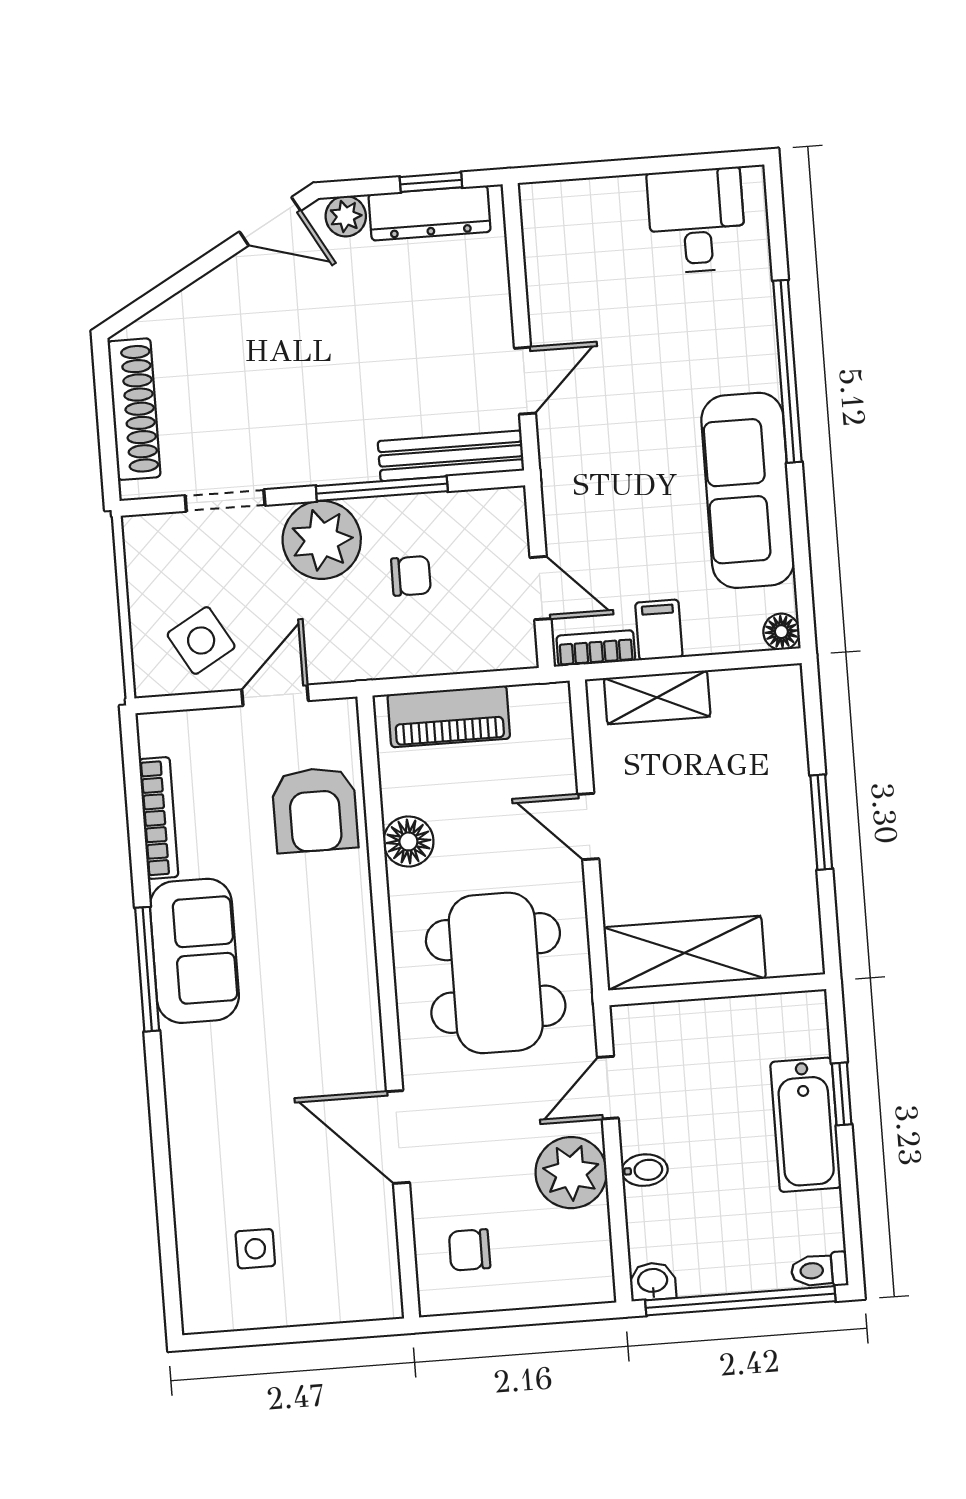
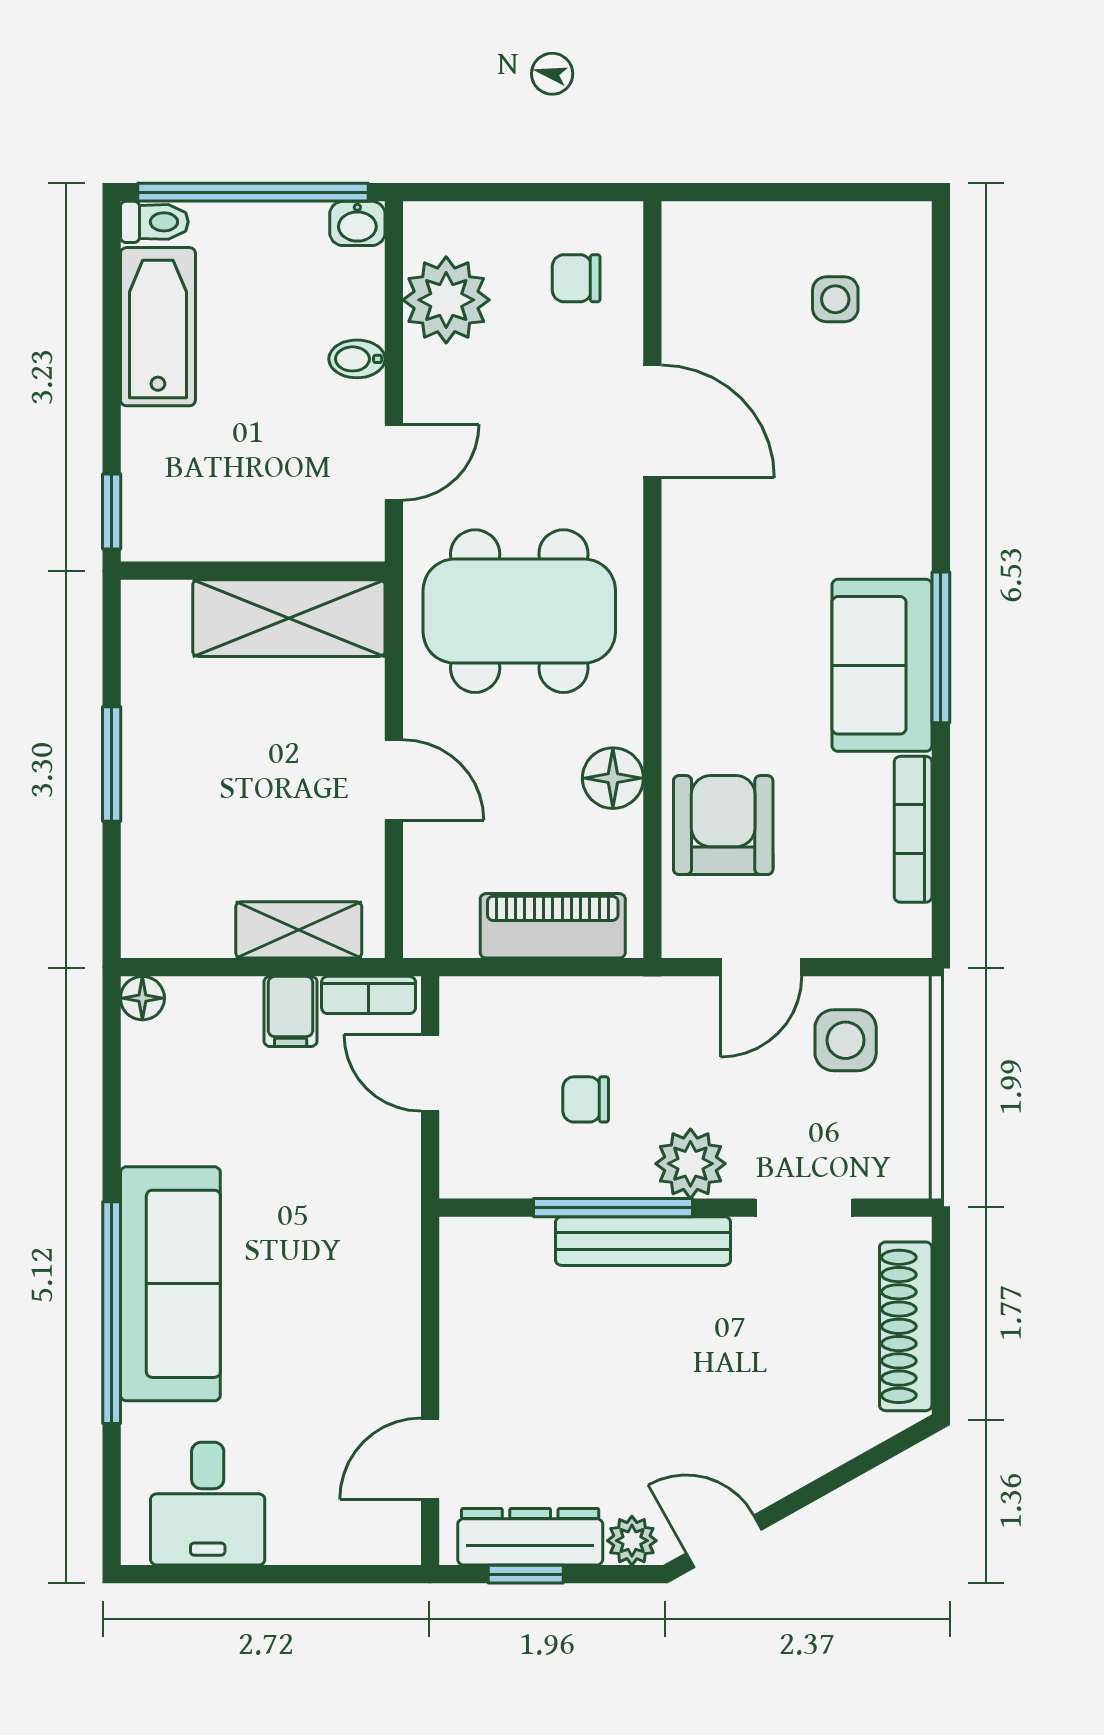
door: (525, 381) -> (430, 1459), moved
bench: (451, 456) -> (643, 1241), moved
sofa: (748, 490) -> (170, 1284), moved
plant: (322, 540) -> (690, 1164), width x0.73, depth x0.73
side table: (201, 640) -> (846, 1040), turned 30
dining table: (496, 973) -> (519, 611), turned 90
window: (842, 1094) -> (112, 511), moved
bathtub: (806, 1125) -> (158, 327), moved
plant: (571, 1173) -> (446, 300), moved
chair: (469, 1250) -> (576, 278), turned 180

